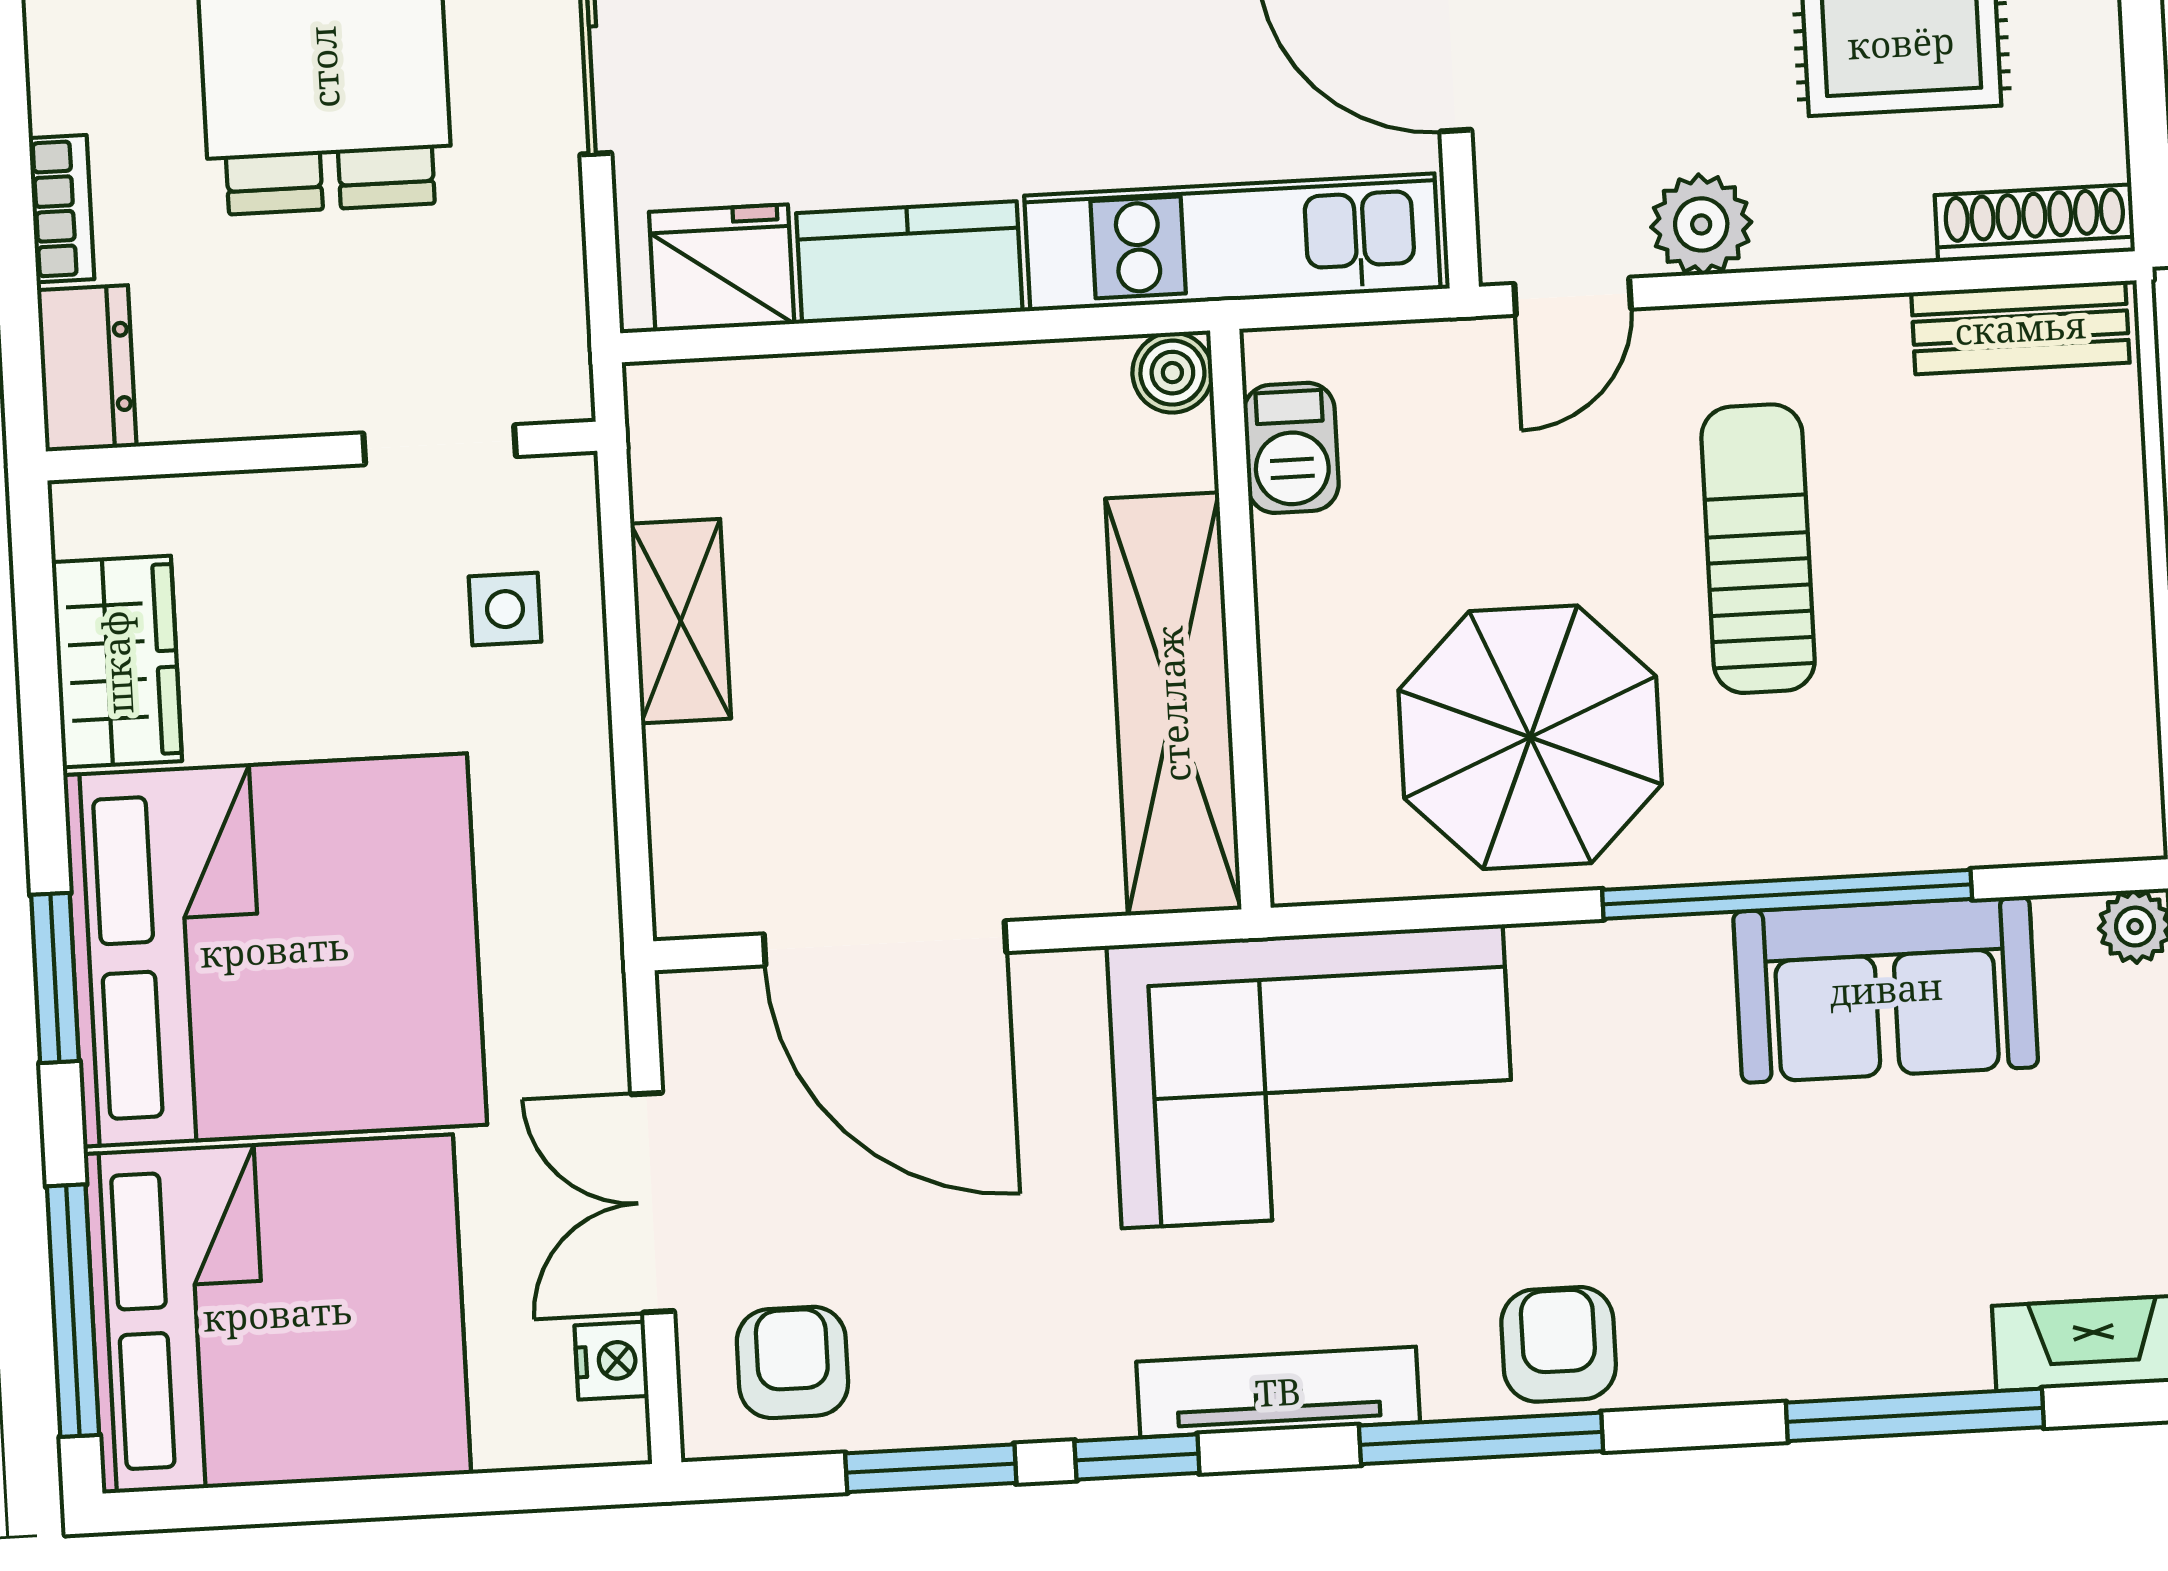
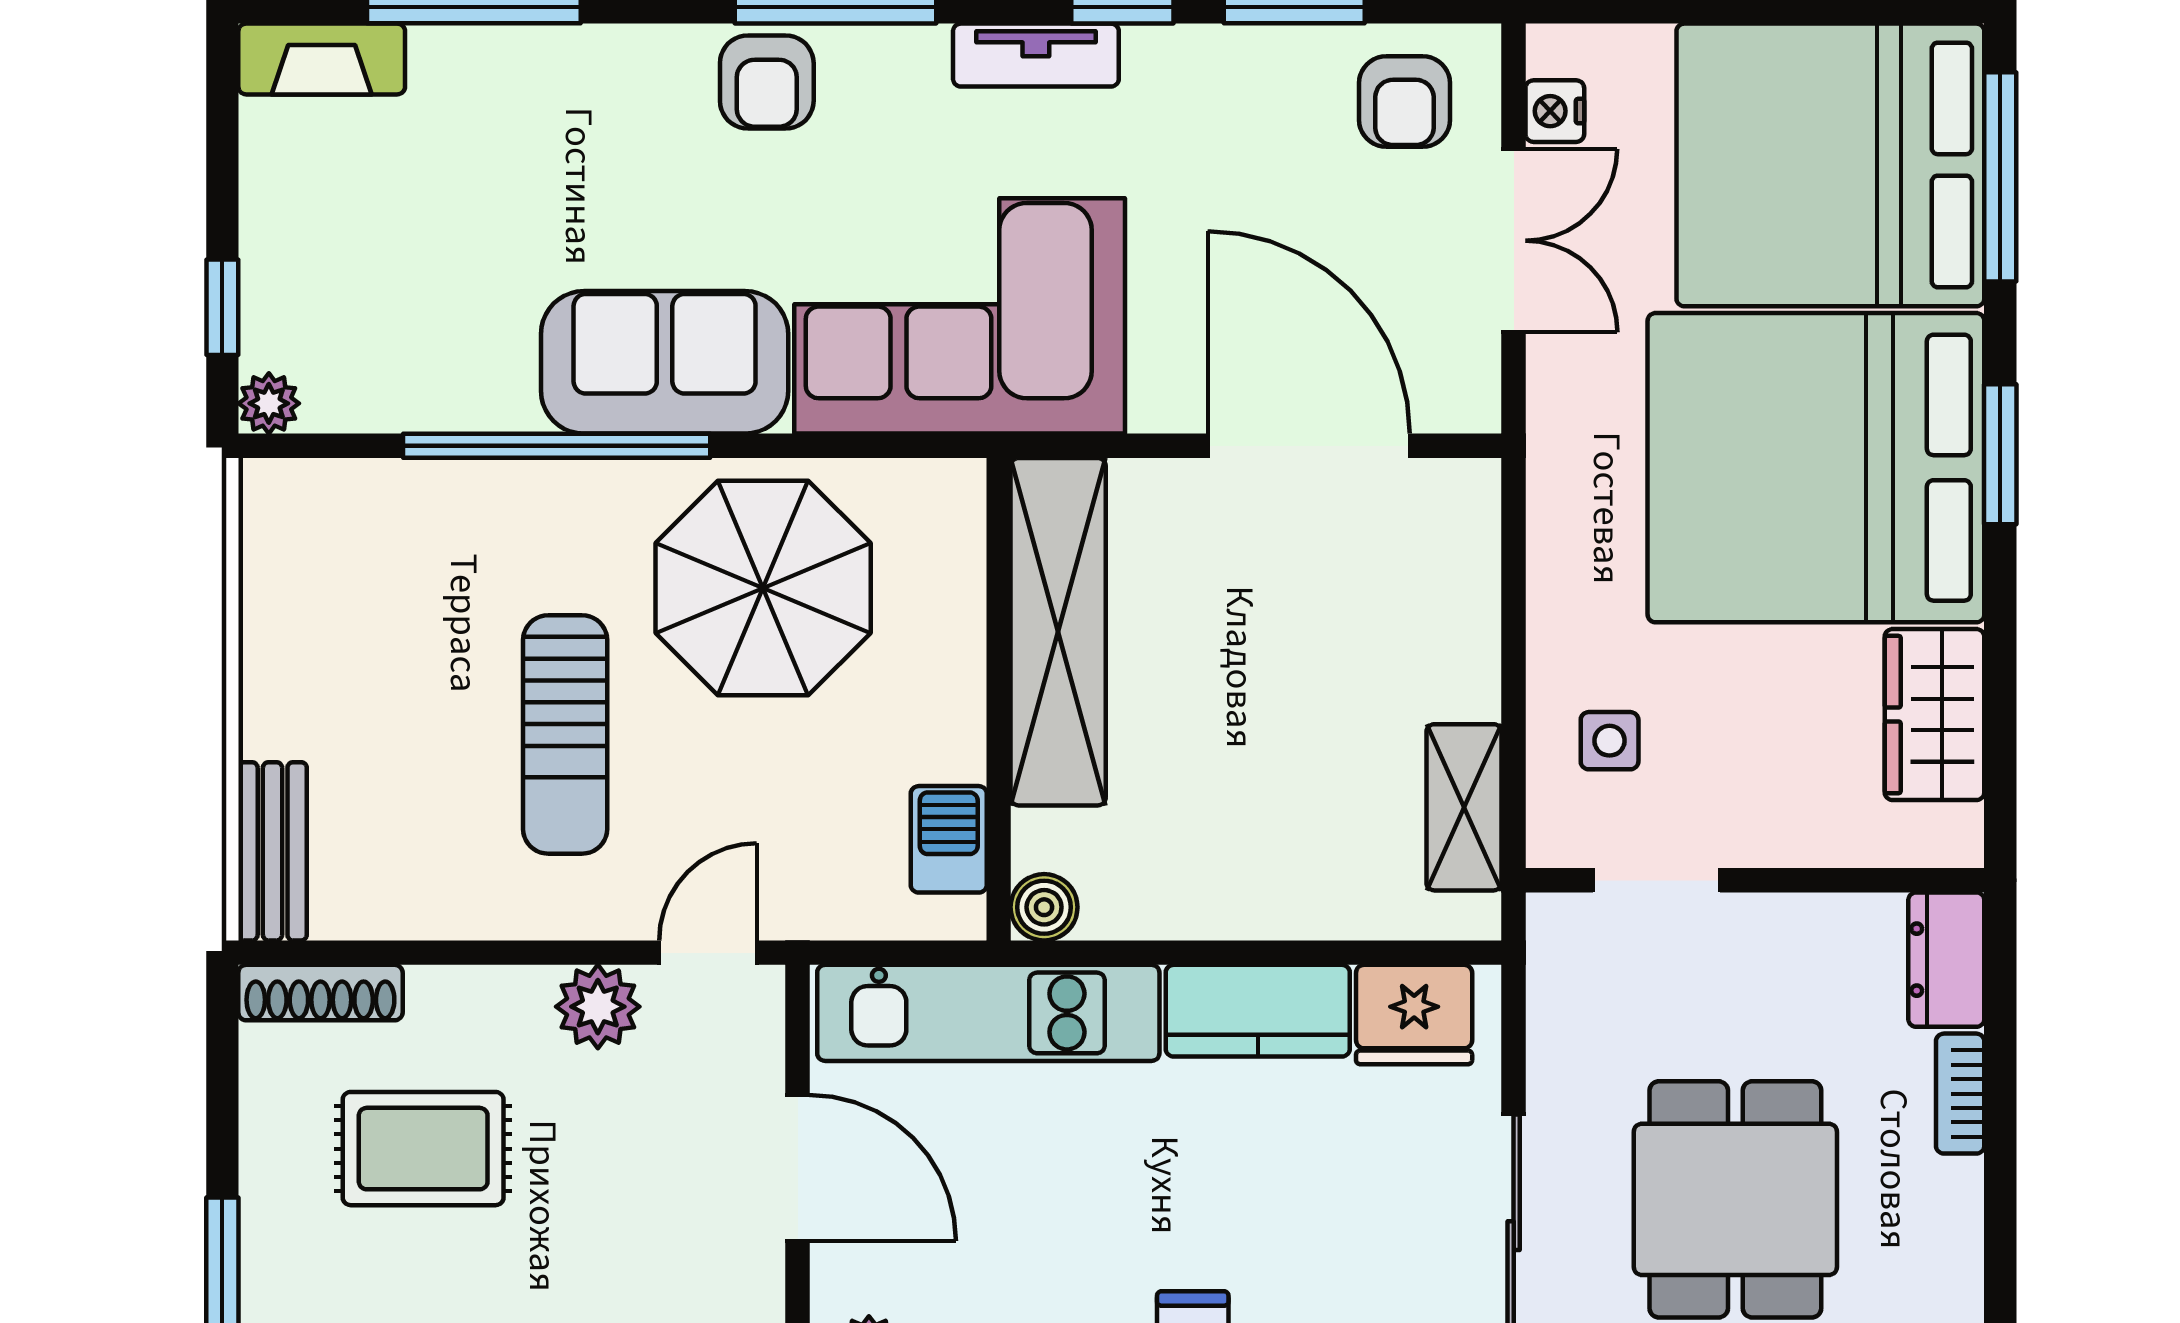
bench: (2020, 328) -> (273, 851), moved, turned 90
shelving: (681, 621) -> (1464, 807), moved
sofa: (1886, 989) -> (665, 362), moved
tv unit: (1278, 1392) -> (1036, 55), width x0.71

